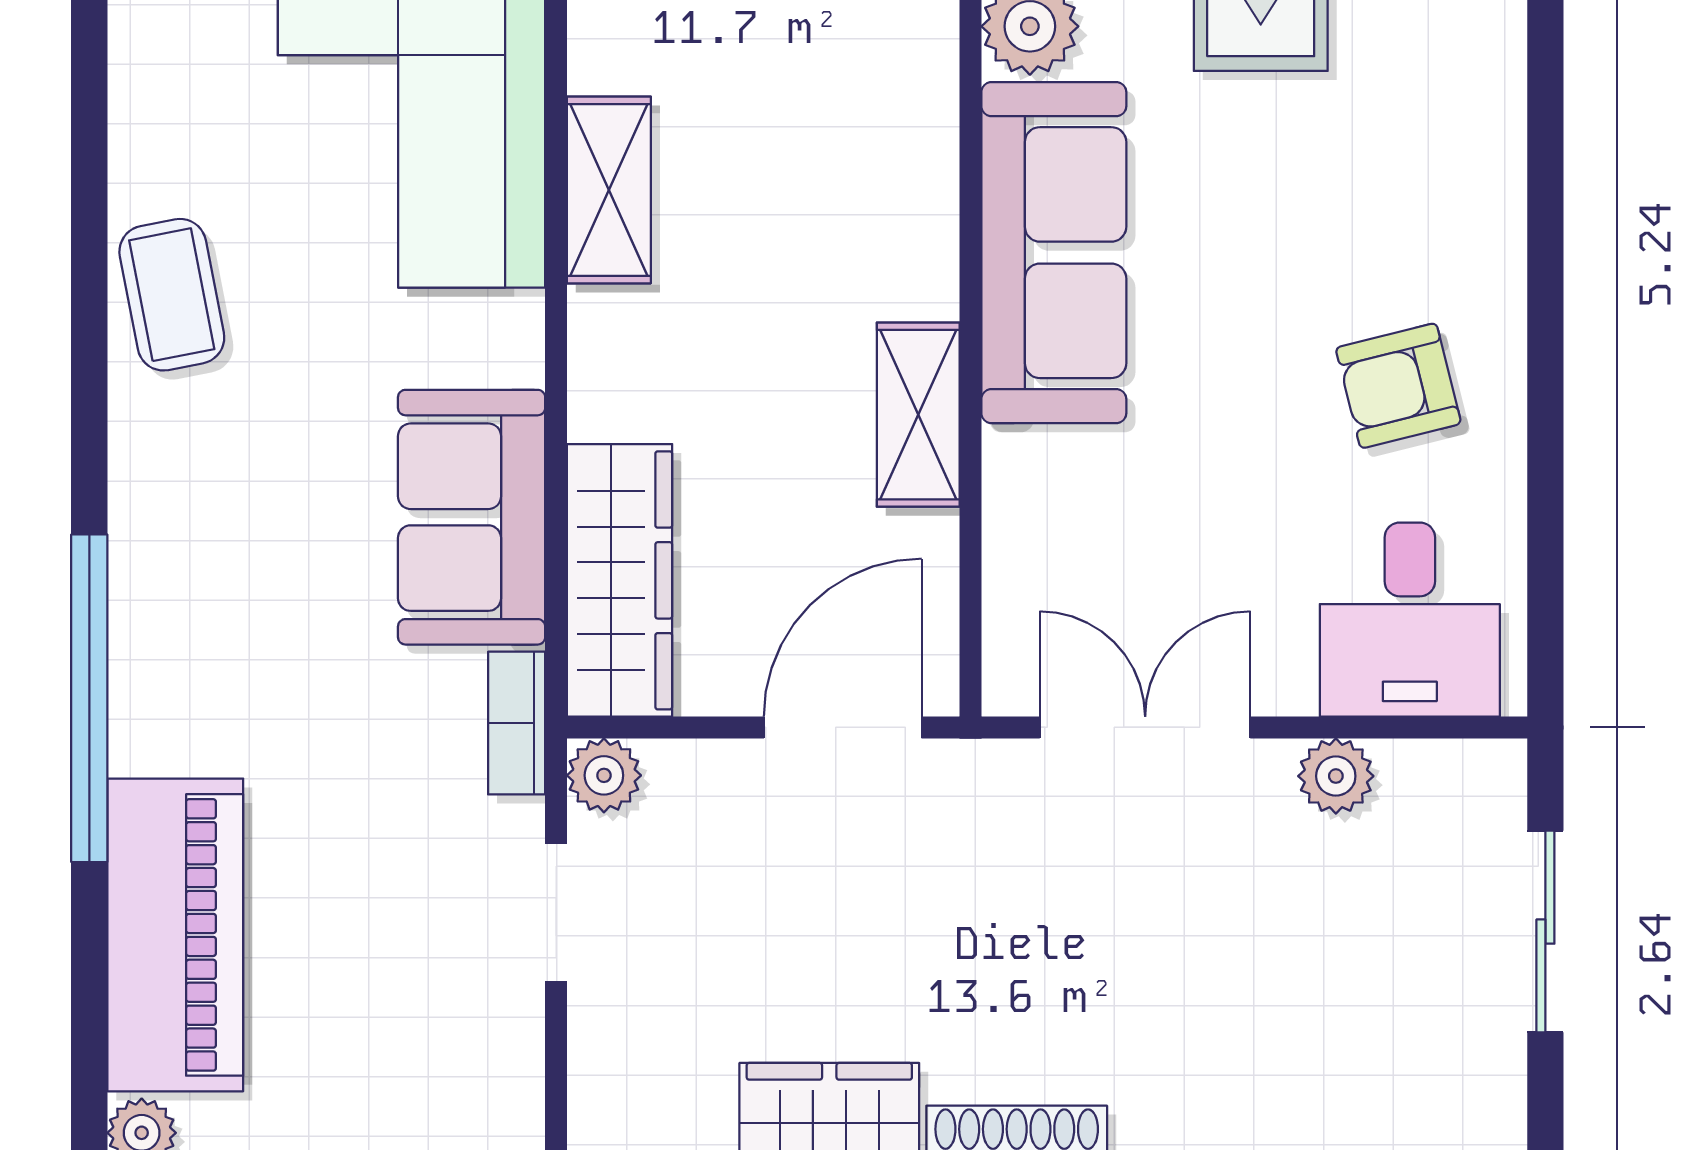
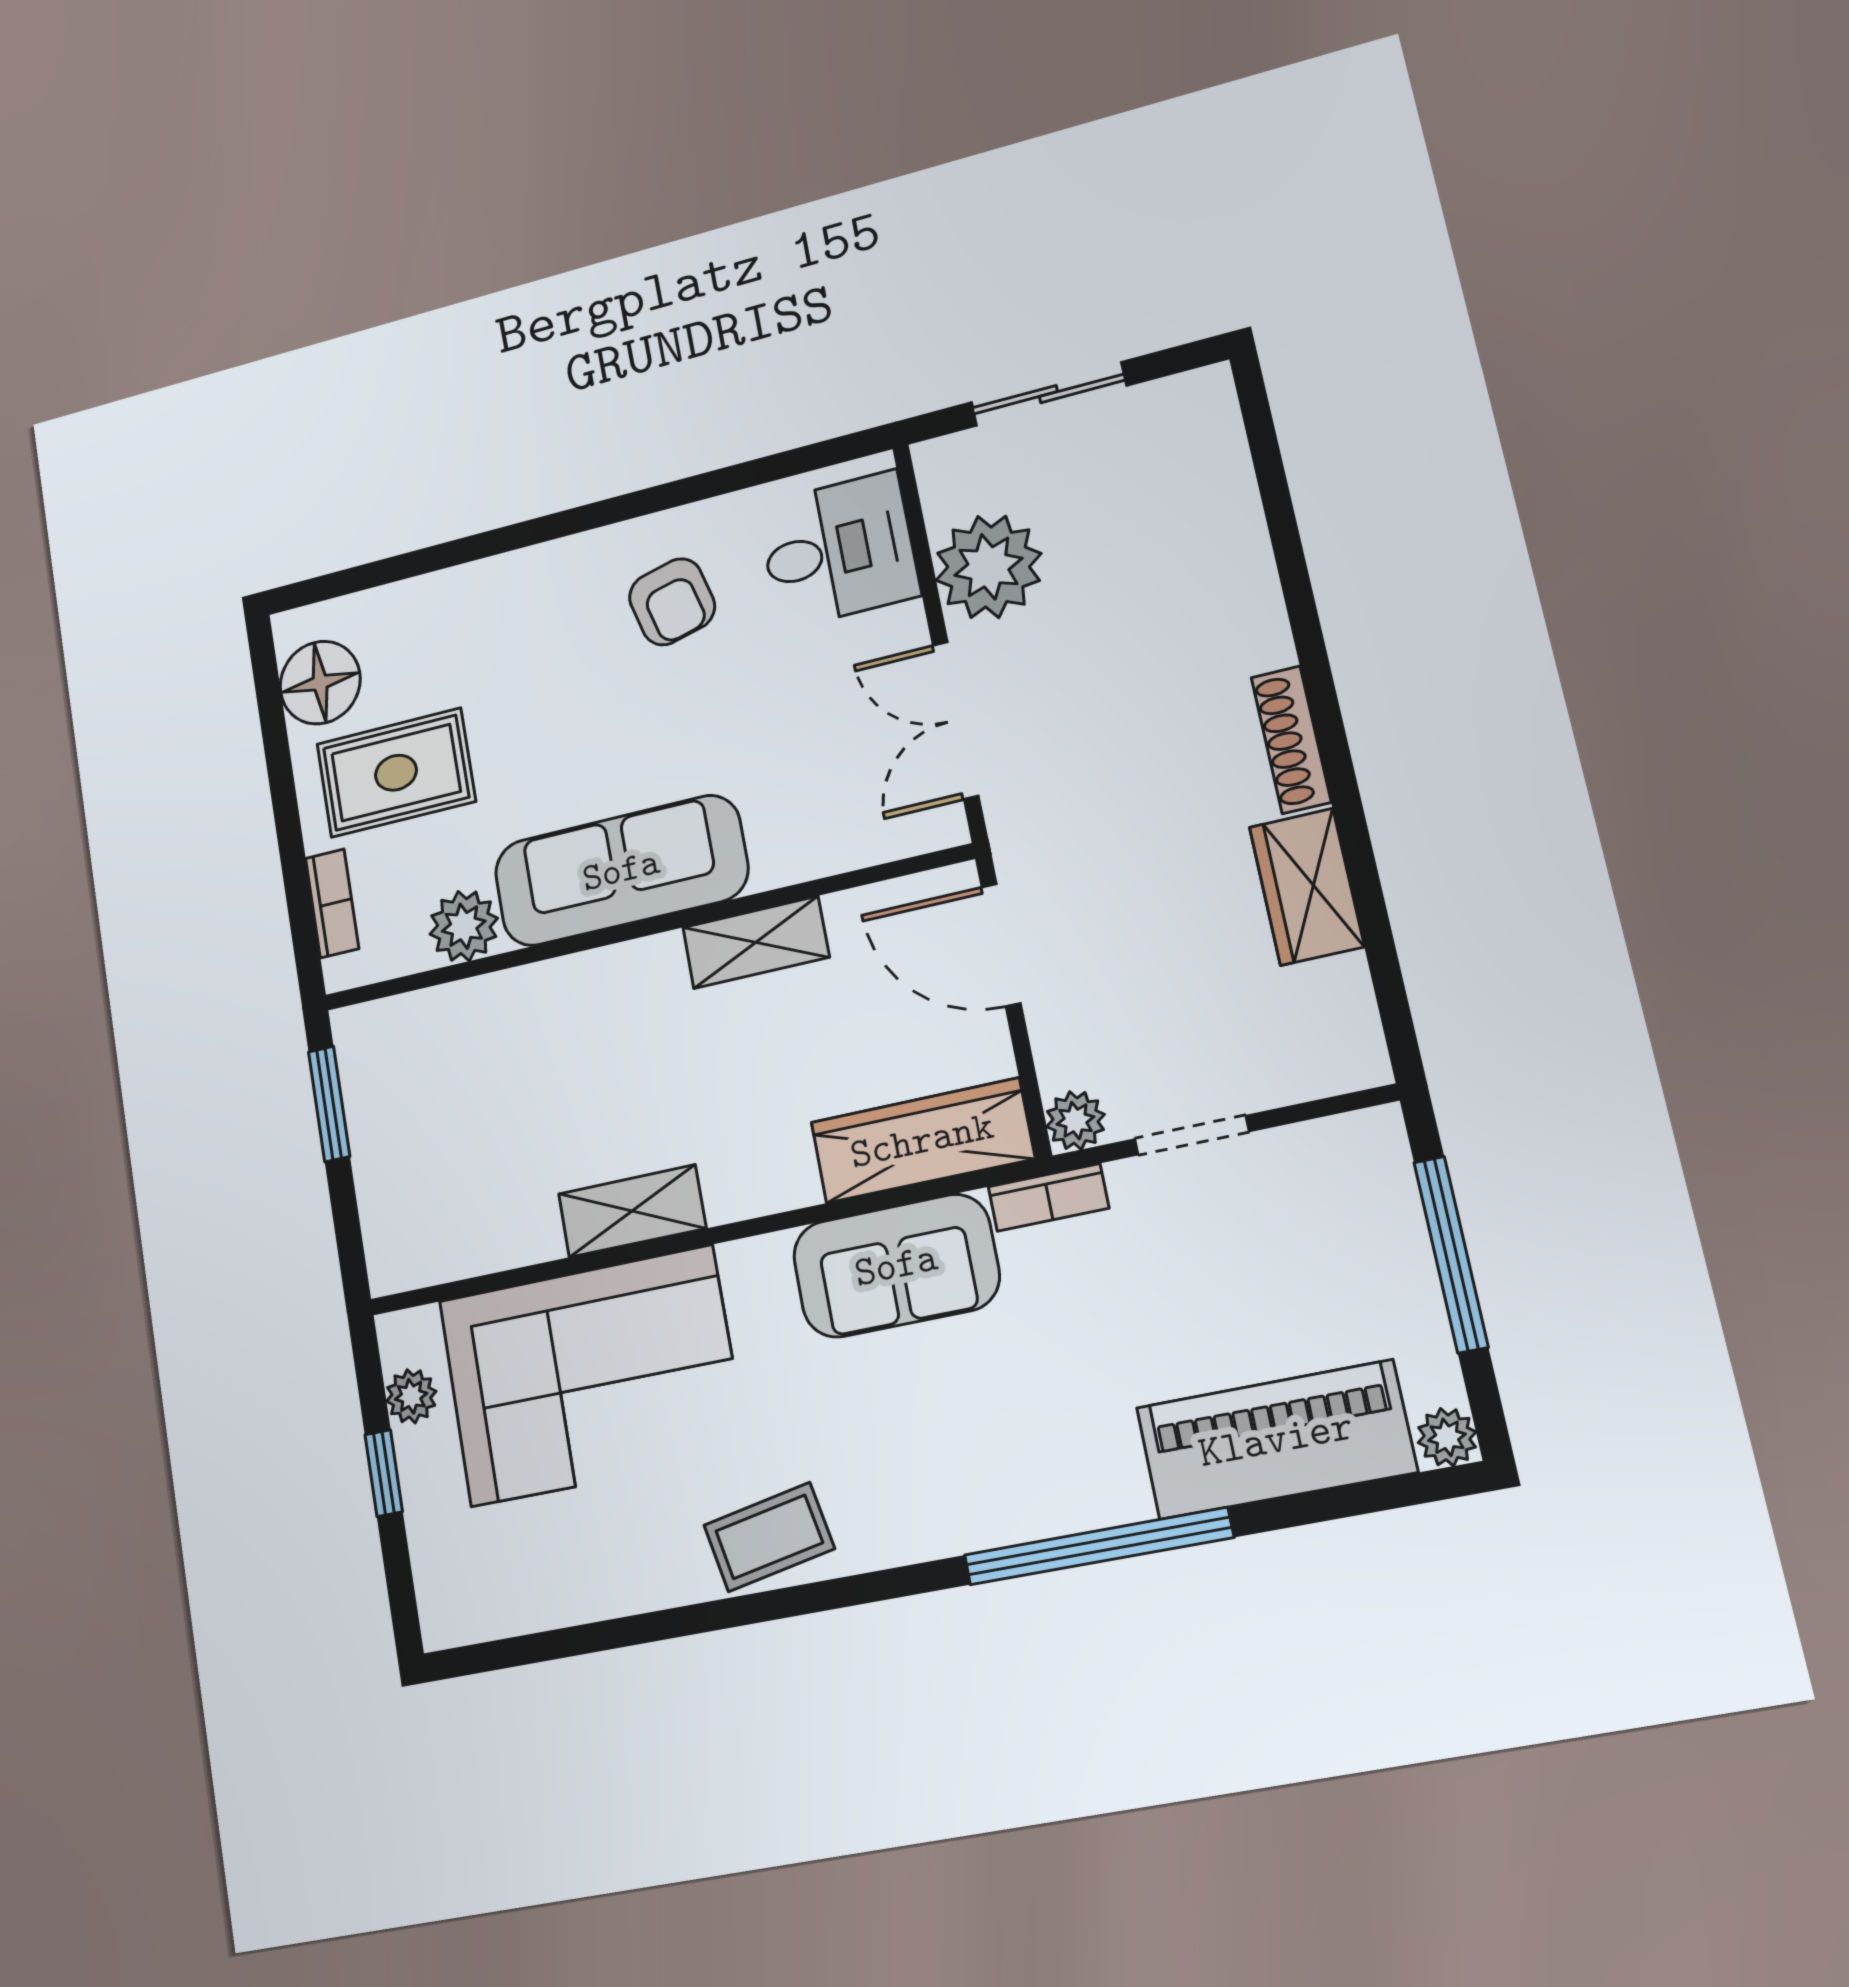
plant: (1336, 776) -> (988, 567), width x1.88, depth x1.88

